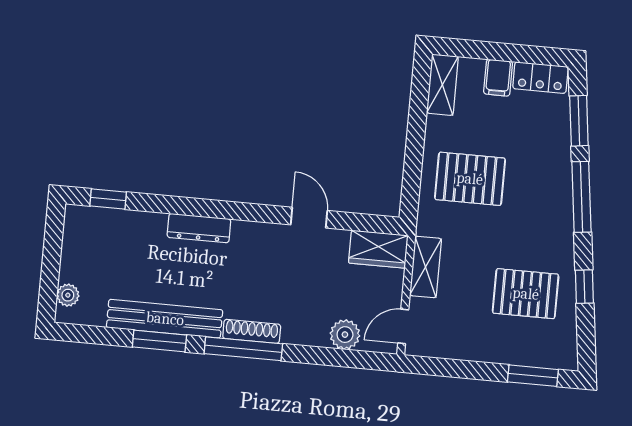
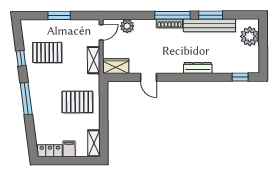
window: (579, 121) -> (31, 133), removed
plant: (68, 295) -> (250, 36), width x1.87, depth x1.87
window: (533, 376) -> (59, 16), moved

